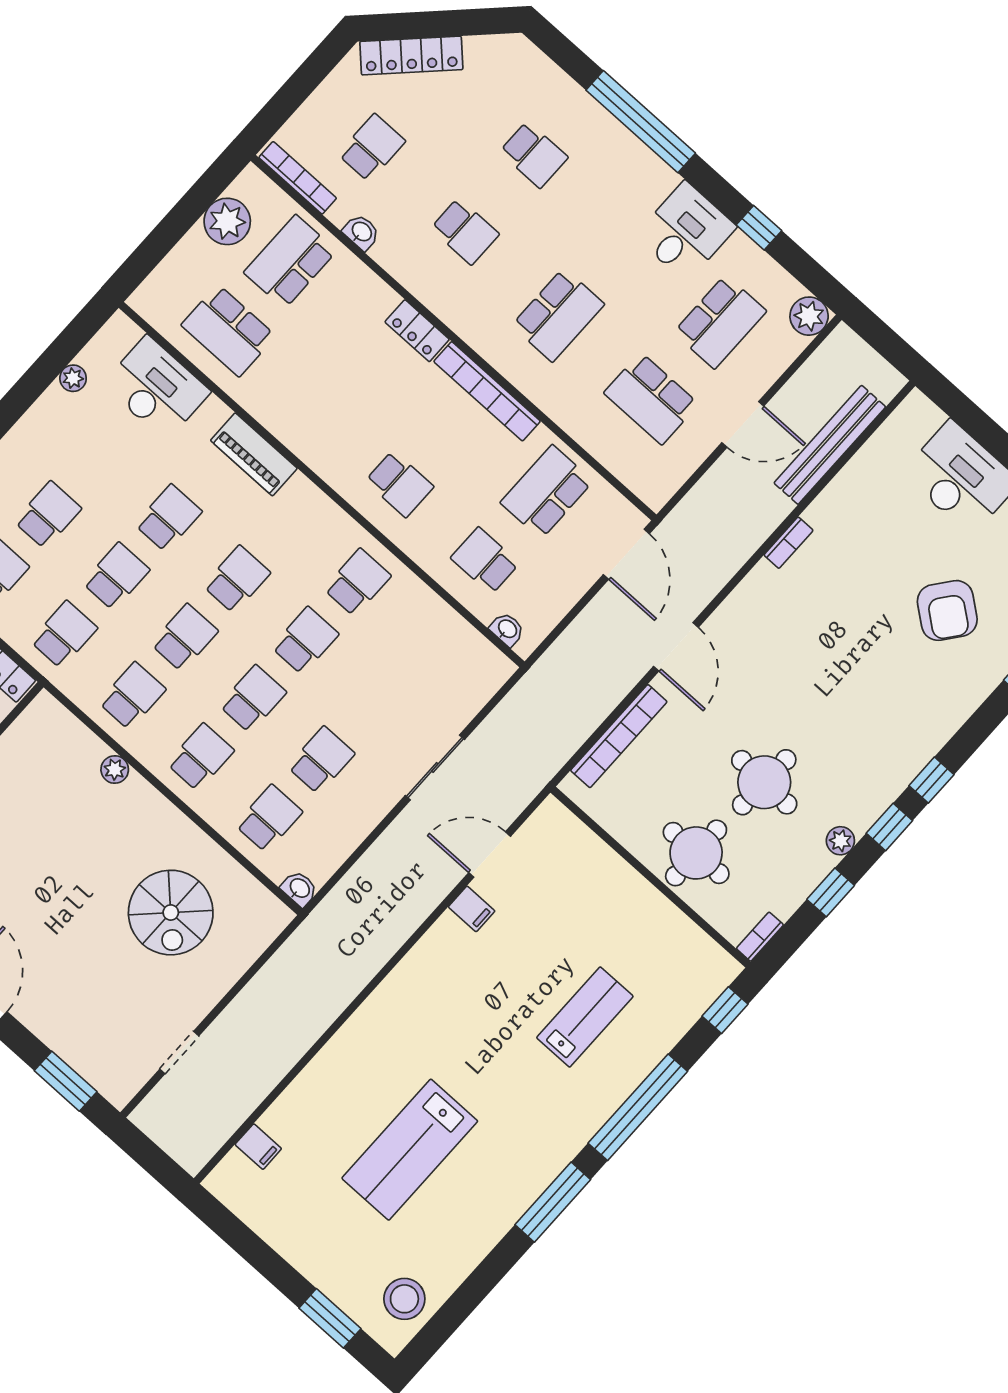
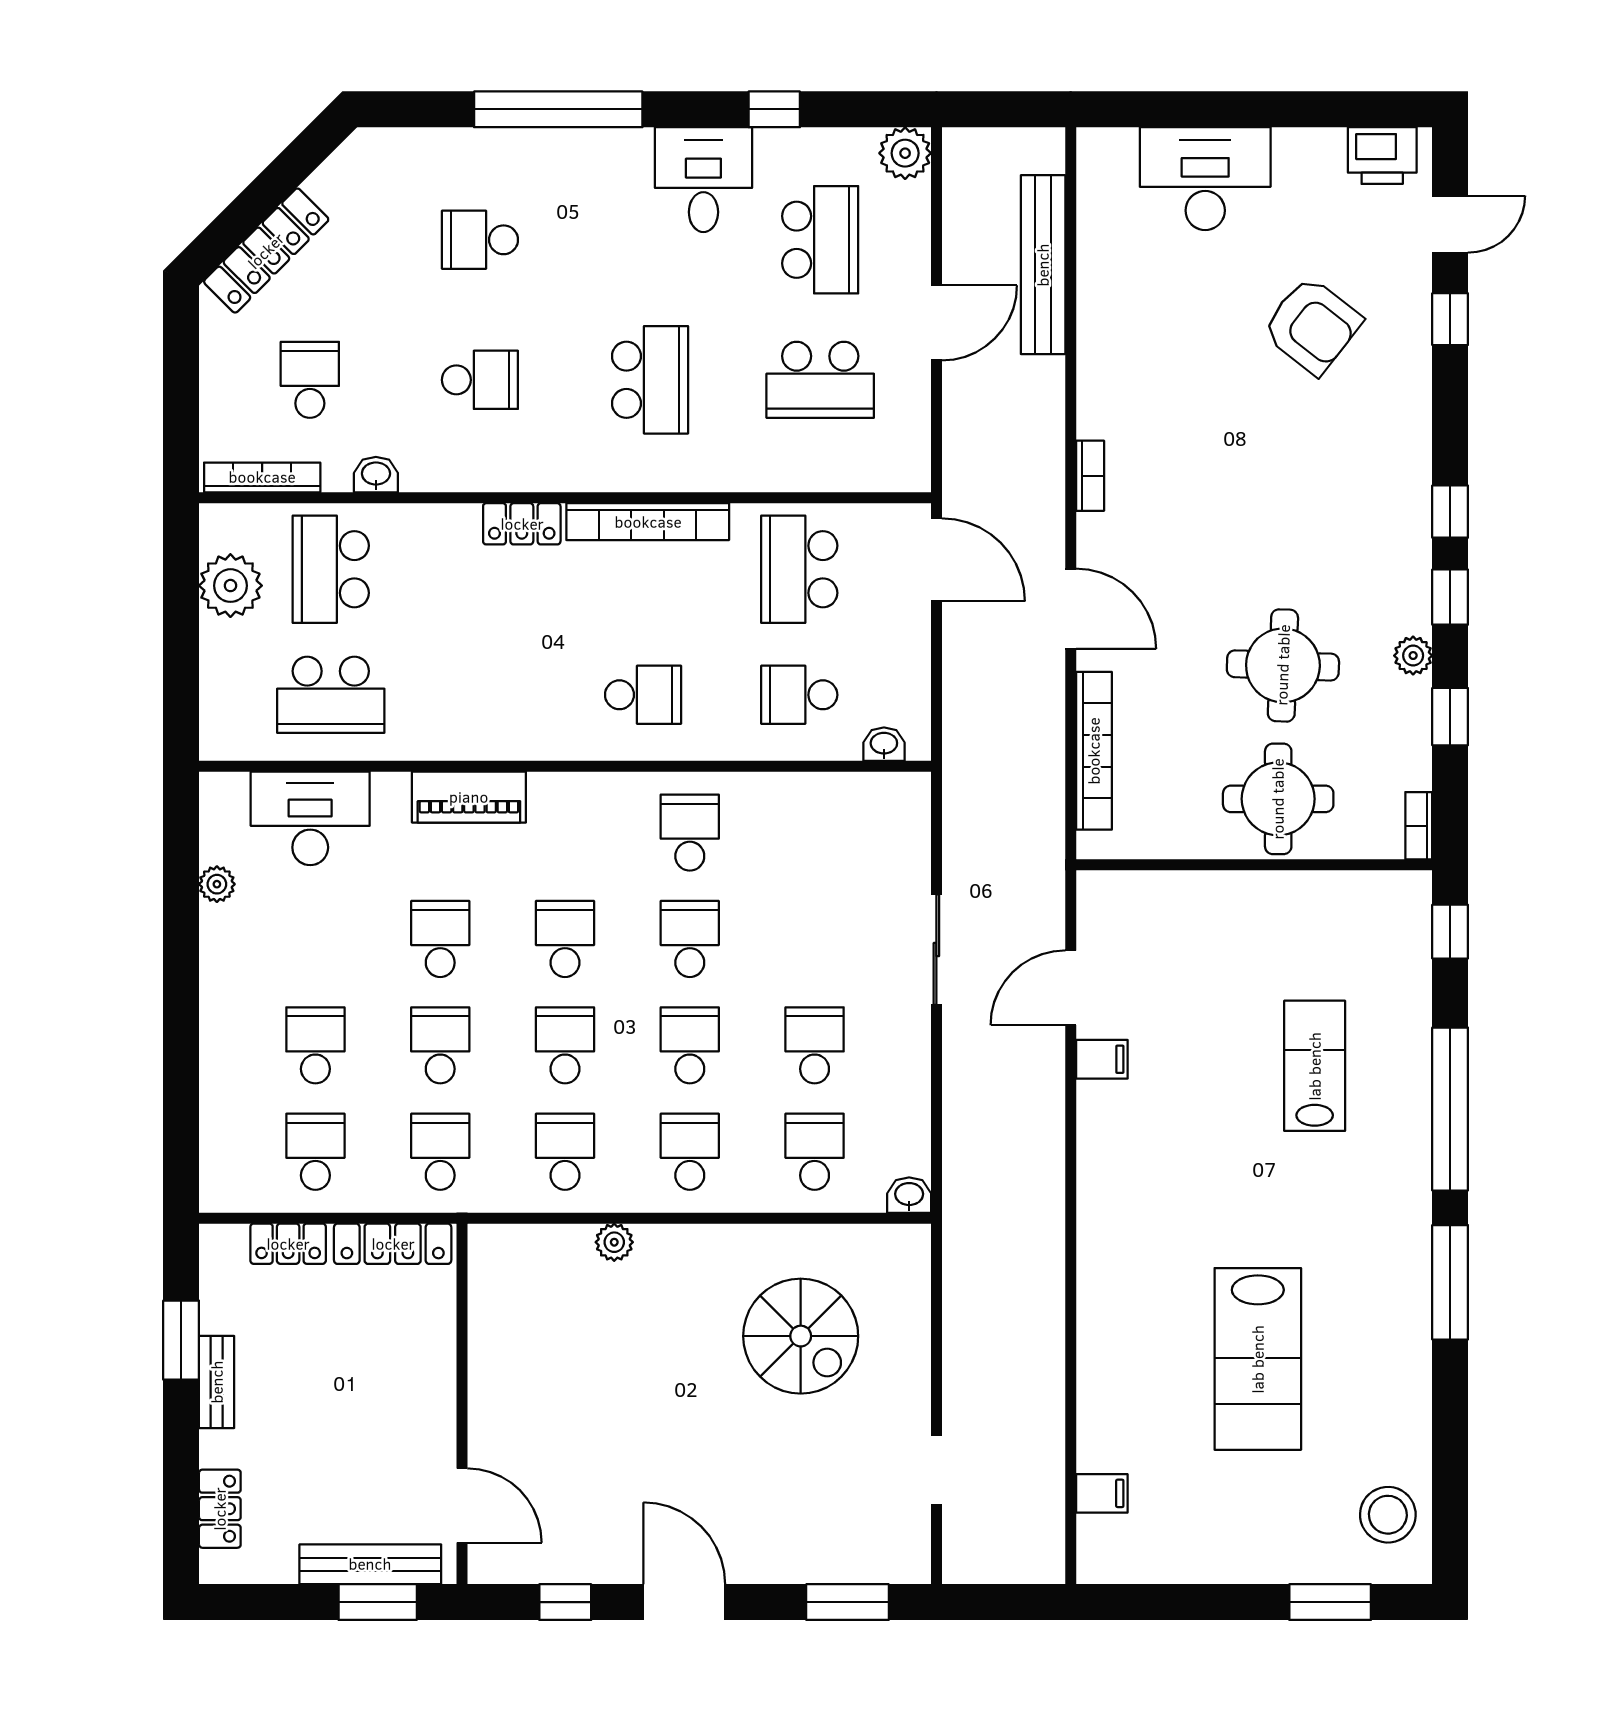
school desk: (534, 155) -> (480, 240), turned 180
bookcase: (789, 543) -> (1090, 476), moved

